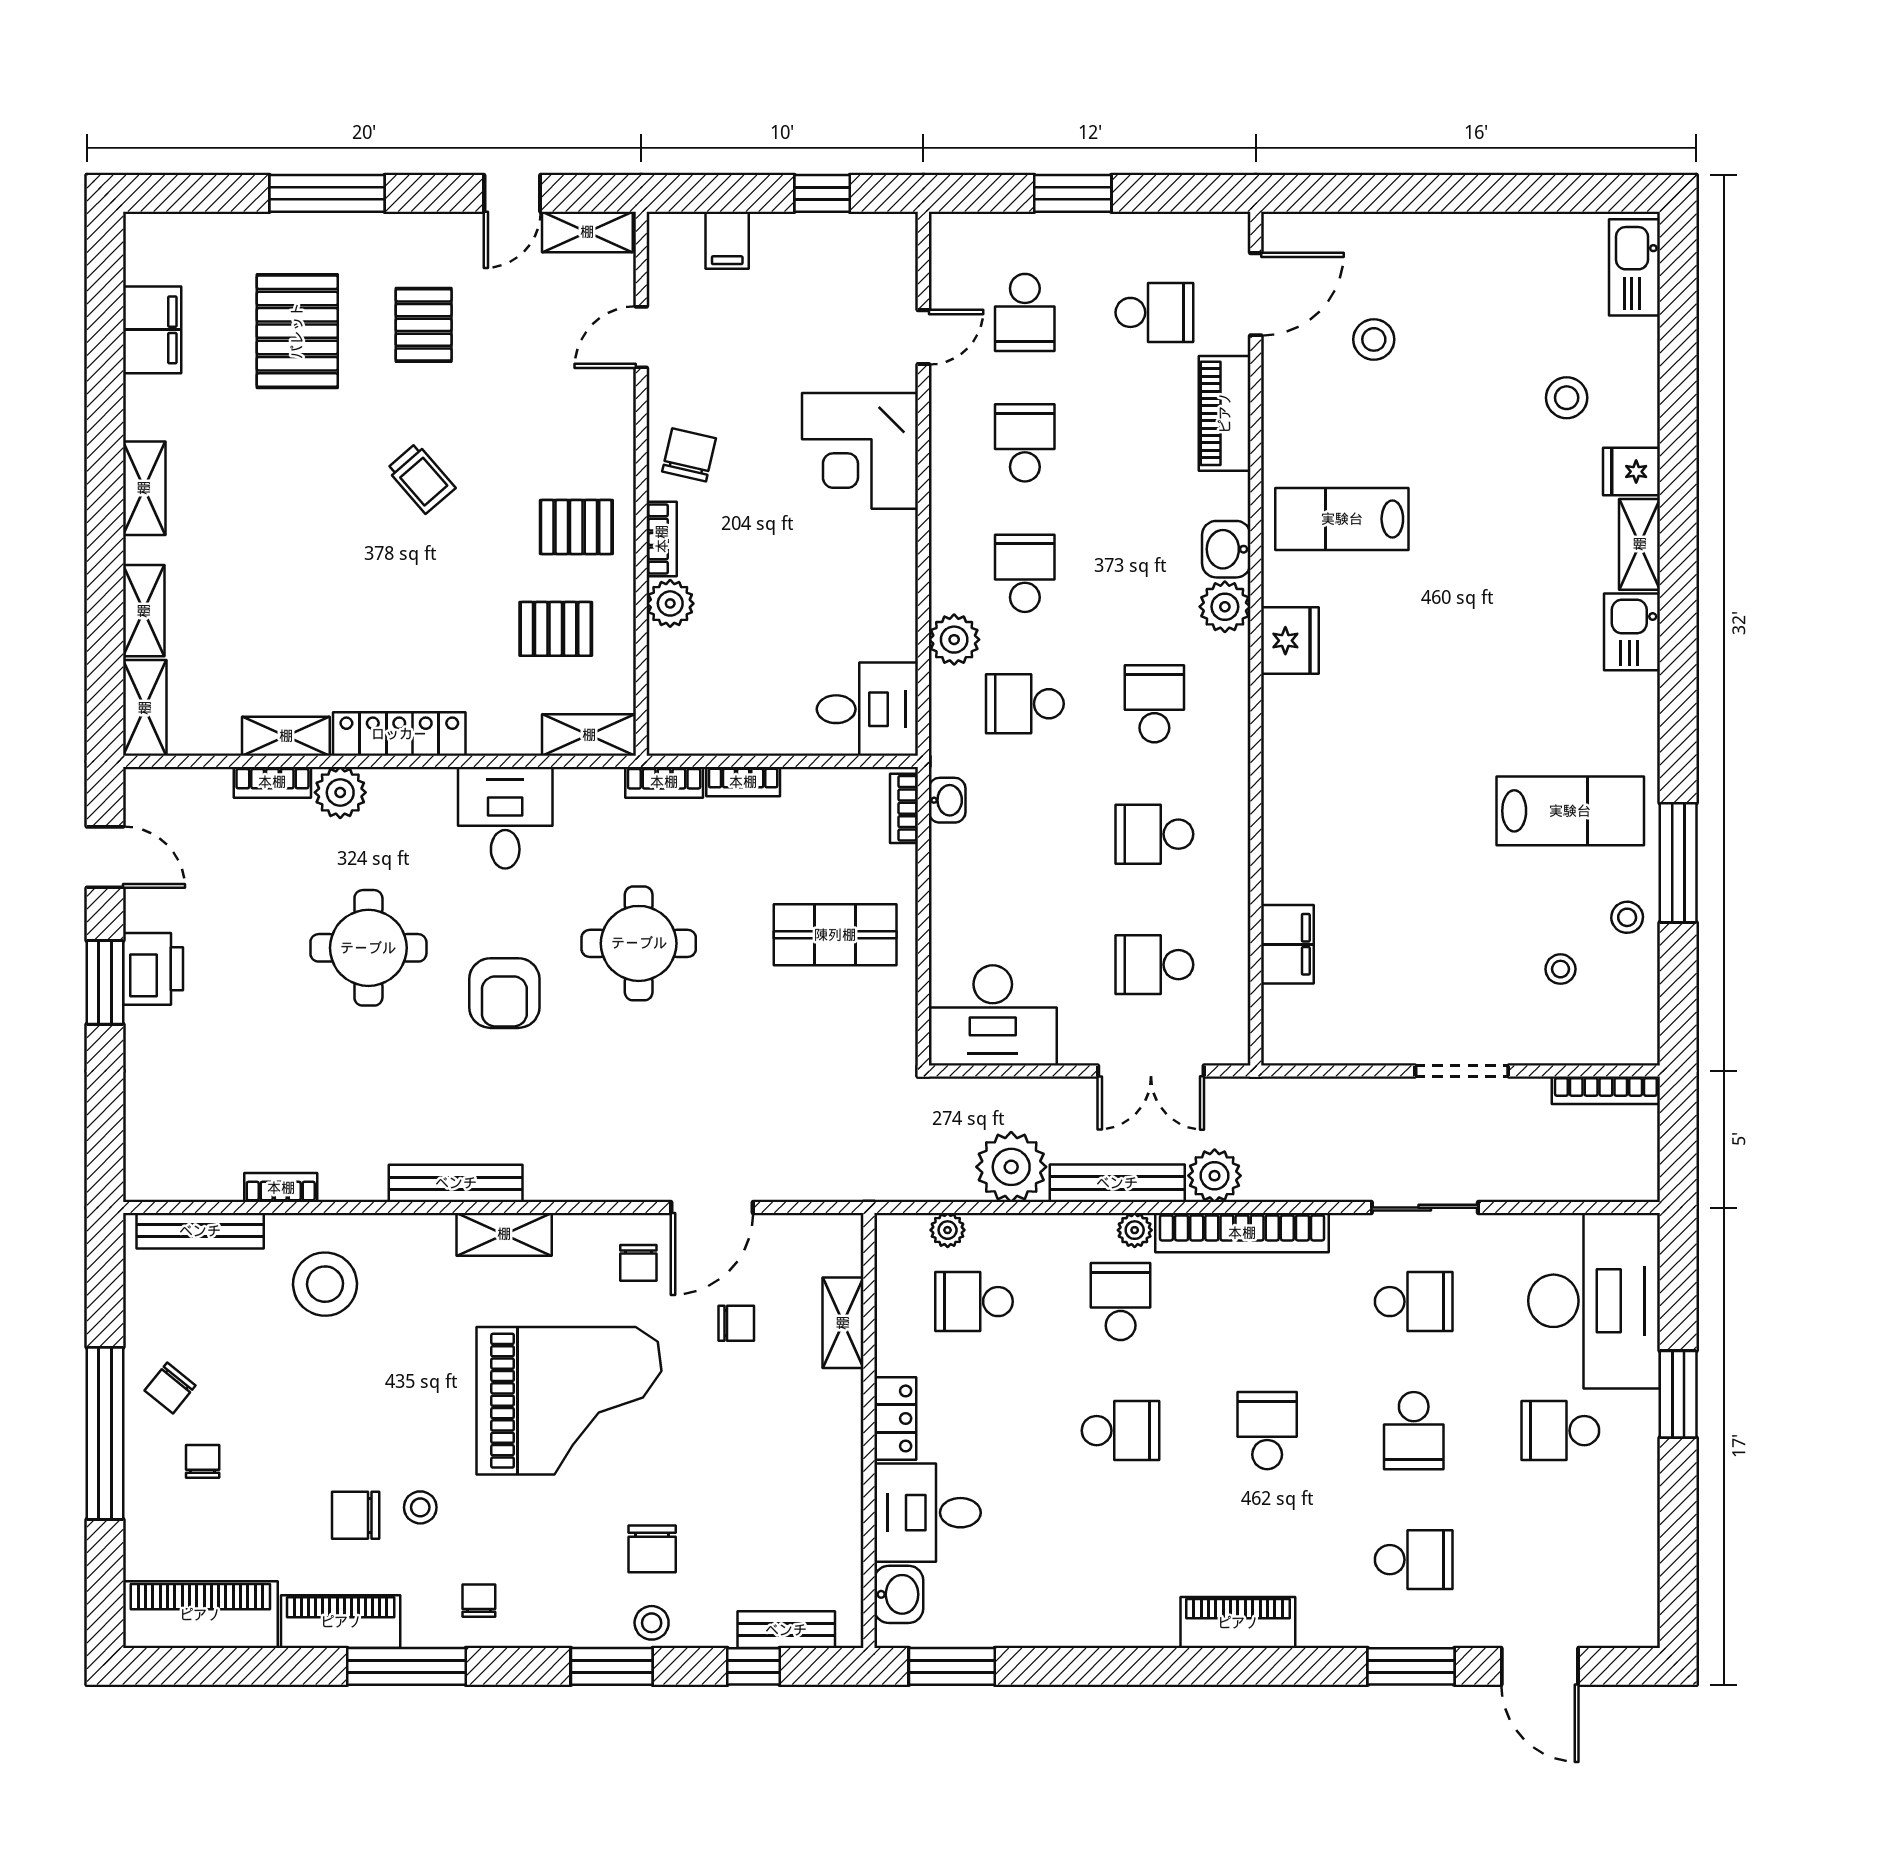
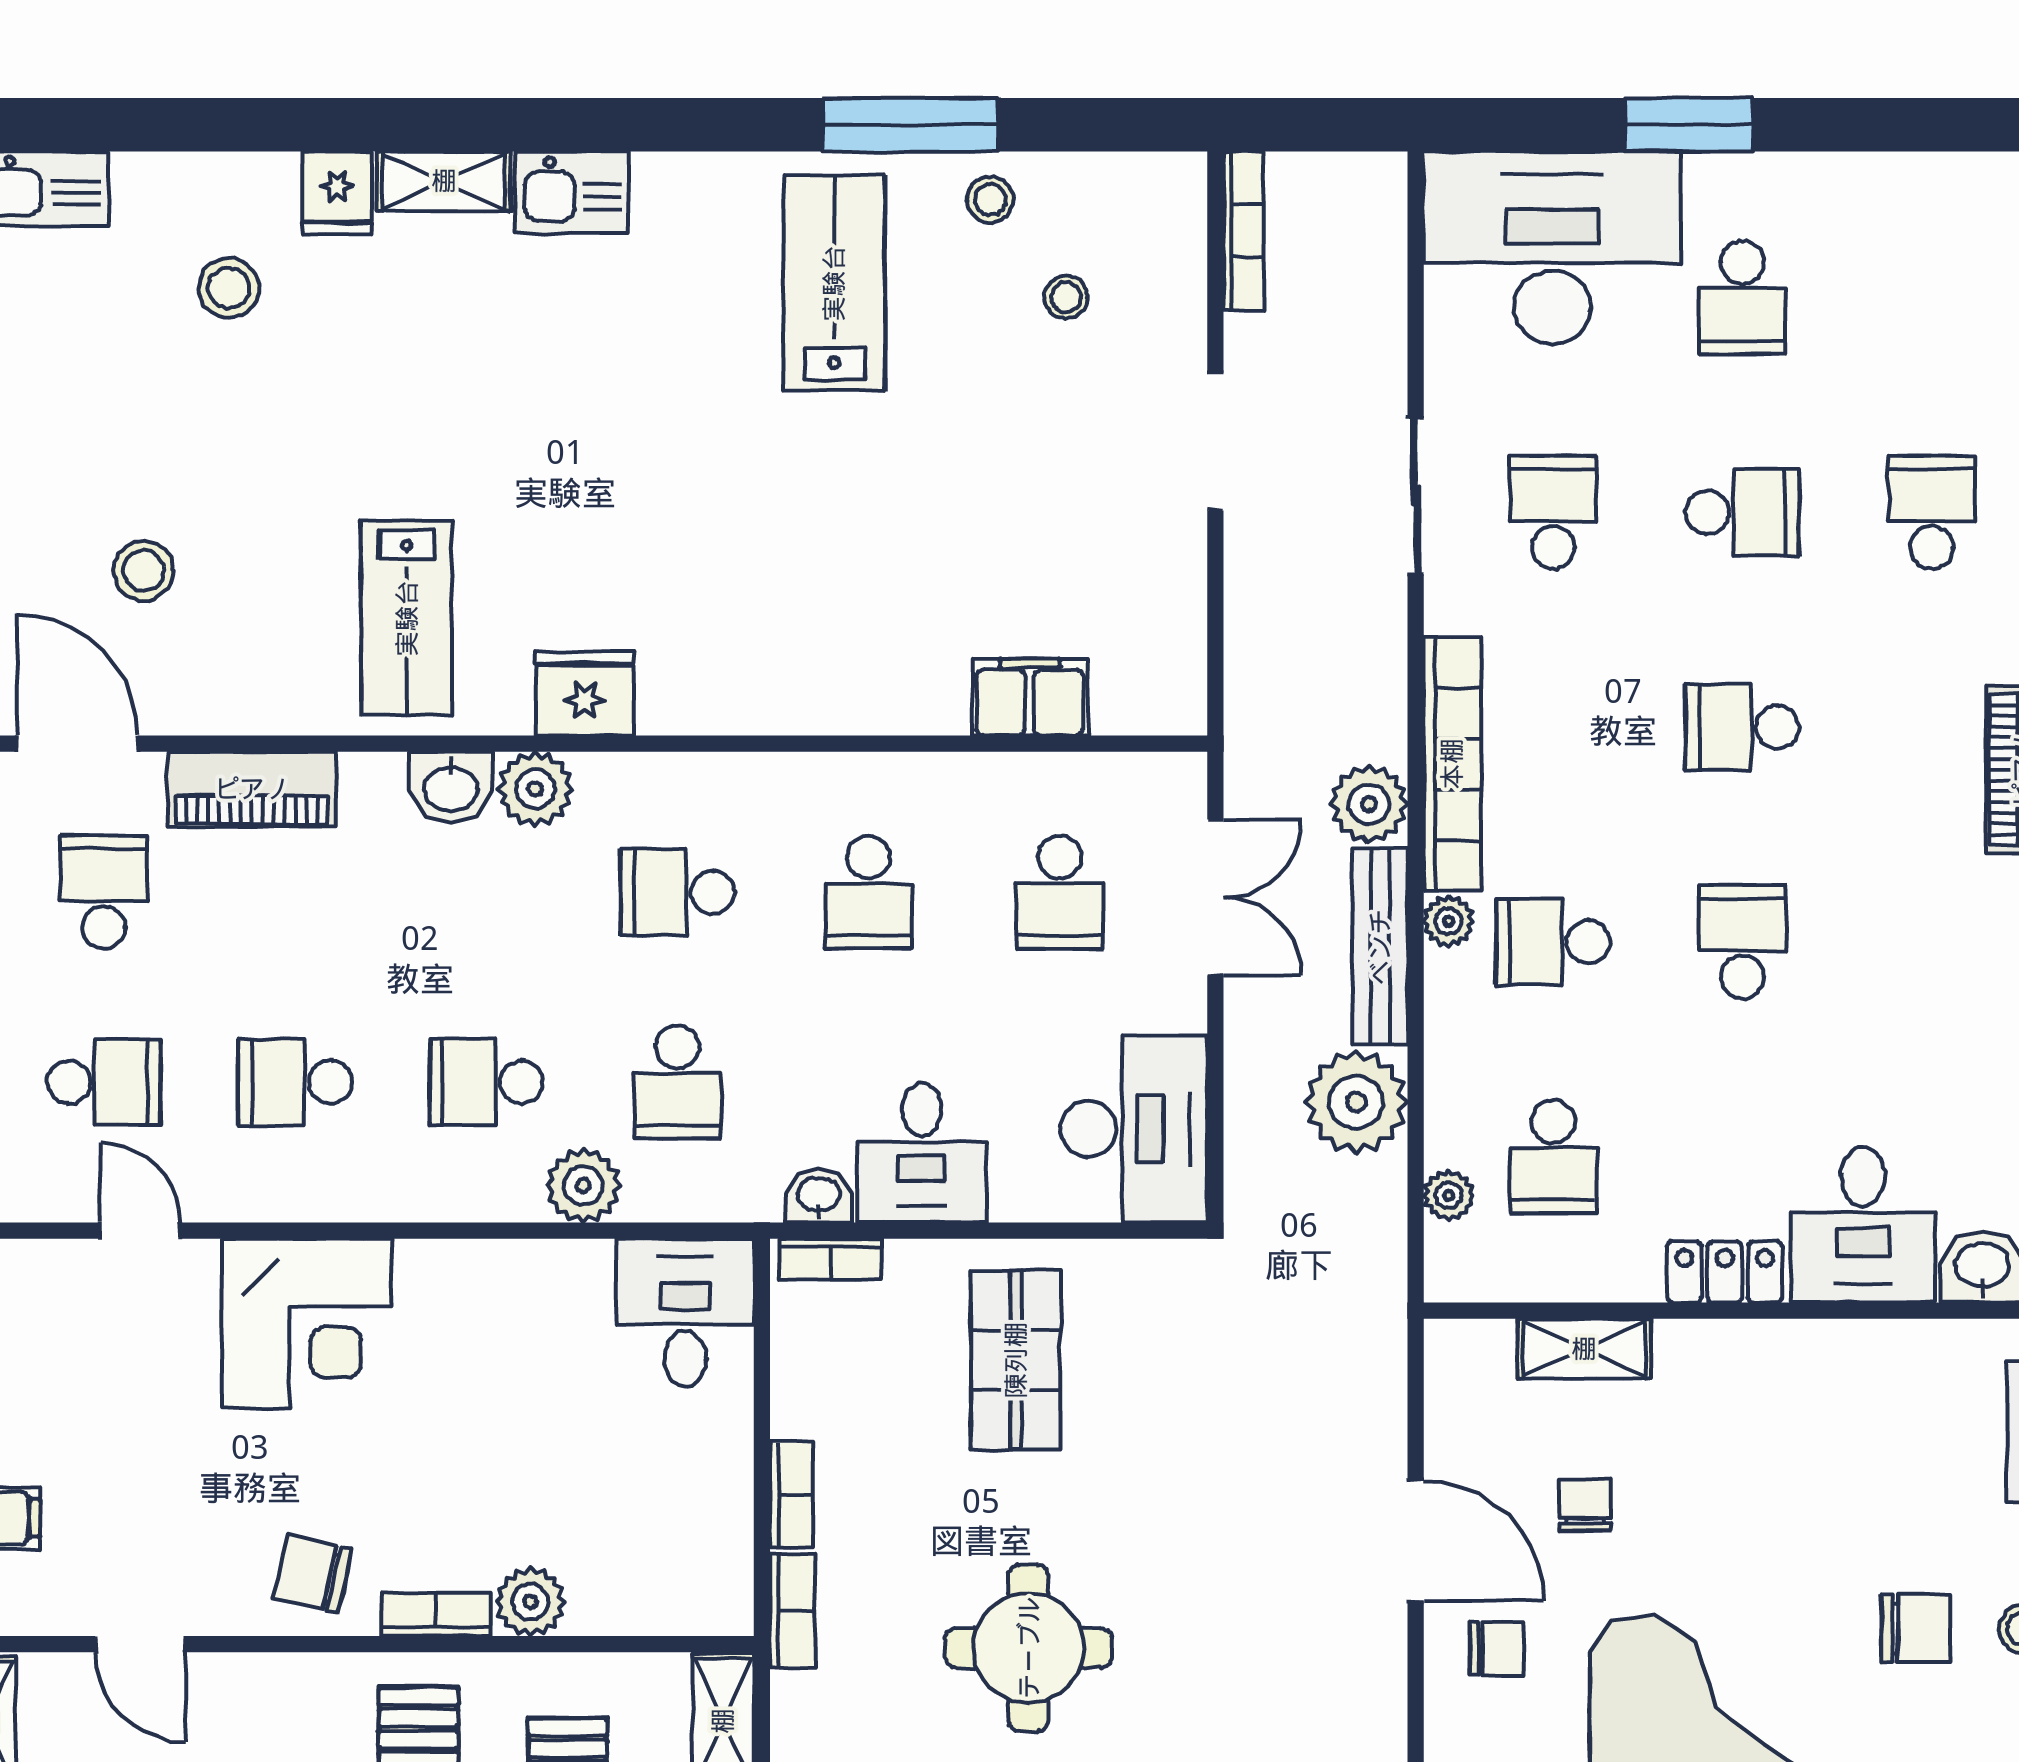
desk: (977, 870) -> (922, 1153), added

